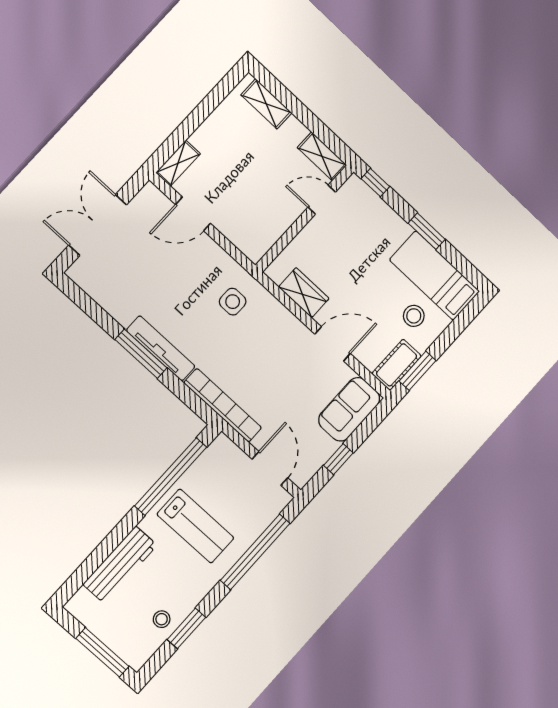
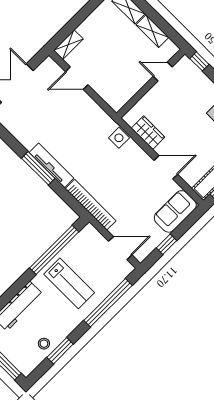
shelving: (322, 156) -> (152, 31), moved
side table: (233, 302) -> (119, 138), moved
door: (270, 469) -> (120, 248), hinge flipped

